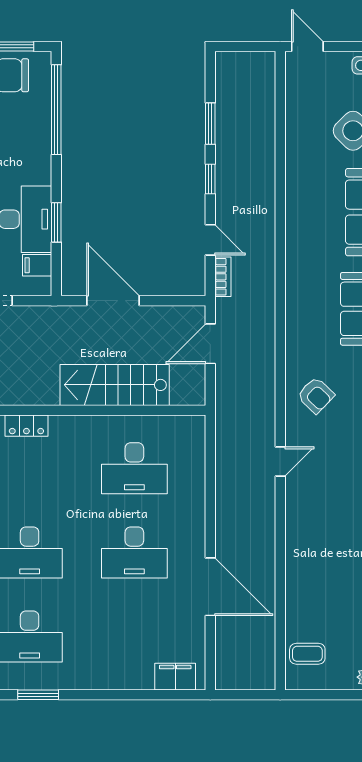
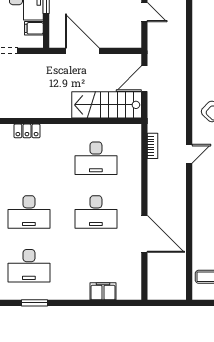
bookcase: (223, 277) -> (153, 146), moved
stairs: (115, 385) -> (107, 105), moved
filing cabinet: (175, 677) -> (103, 291), moved

